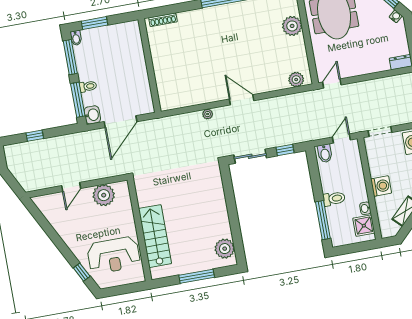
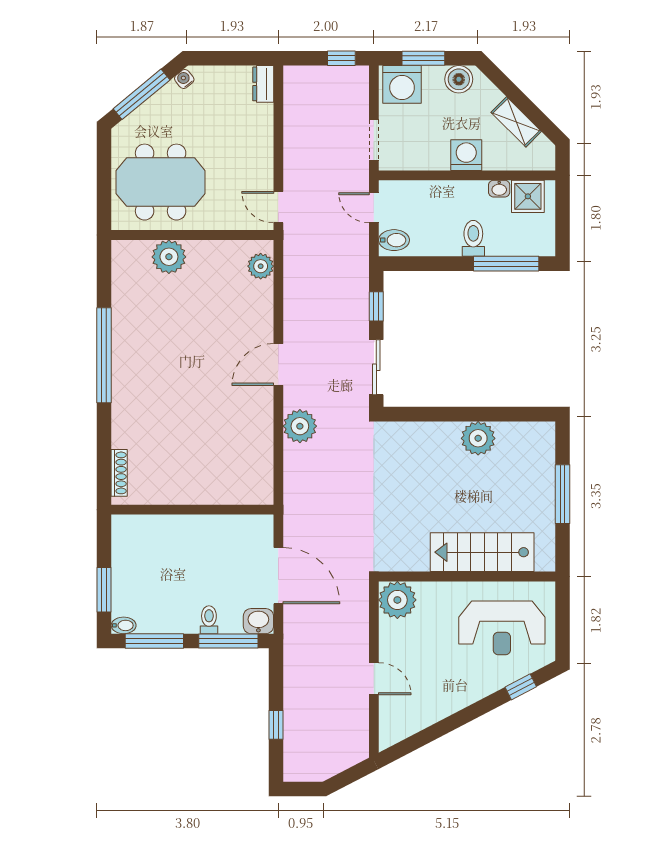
plant: (208, 114) -> (300, 426), width x1.88, depth x1.88
plant: (104, 195) -> (397, 600), moved
plant: (225, 249) -> (478, 438), moved
reception desk: (114, 255) -> (502, 628), turned 90

